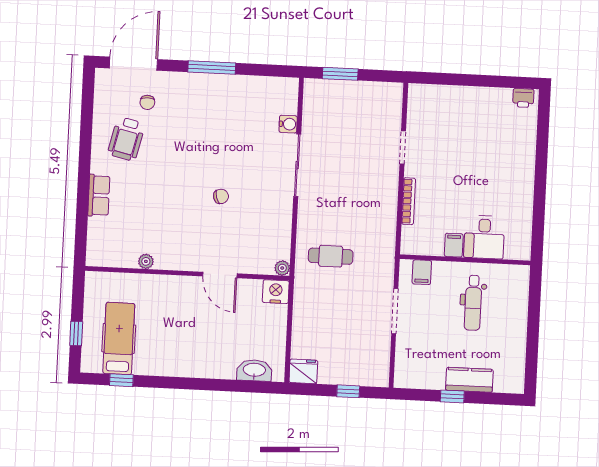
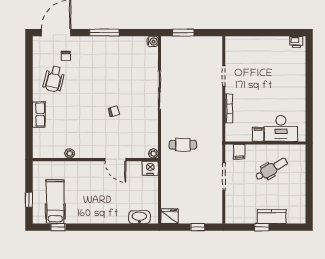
water cooler: (288, 124) -> (153, 42), moved
desk: (484, 237) -> (281, 128), width x1.37
dental chair: (473, 303) -> (272, 169), turned -120

